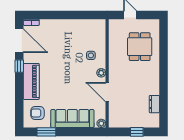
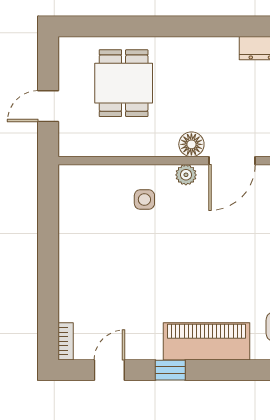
door: (19, 41) -> (109, 370), width x0.53
dining table: (140, 47) -> (124, 83), turned 90
floor lamp: (114, 75) -> (191, 144), added

